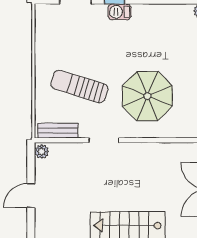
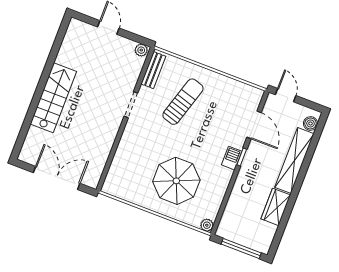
parasol: (147, 96) -> (176, 181), moved

